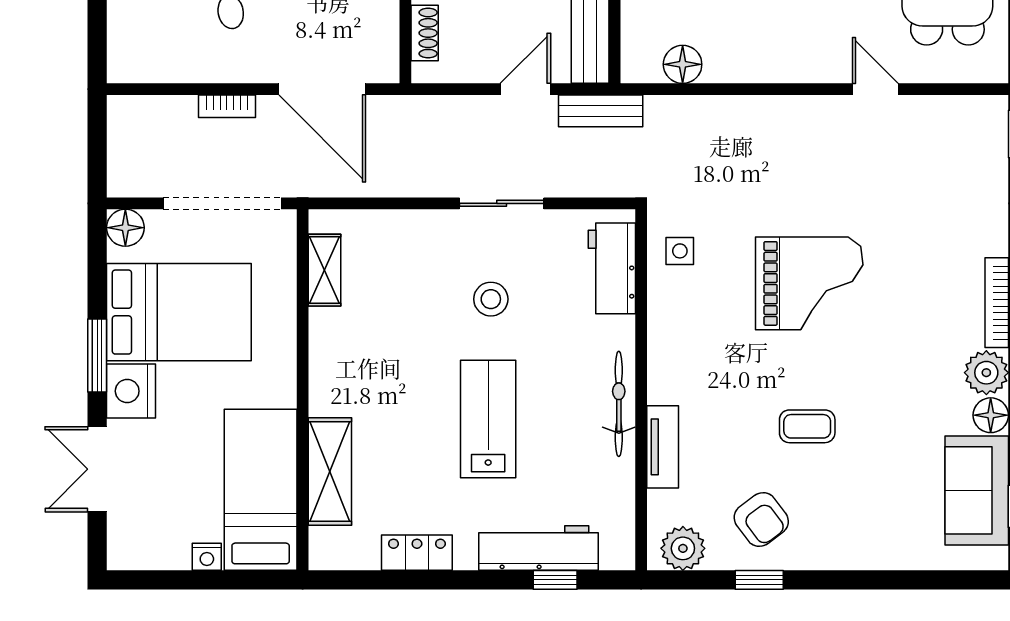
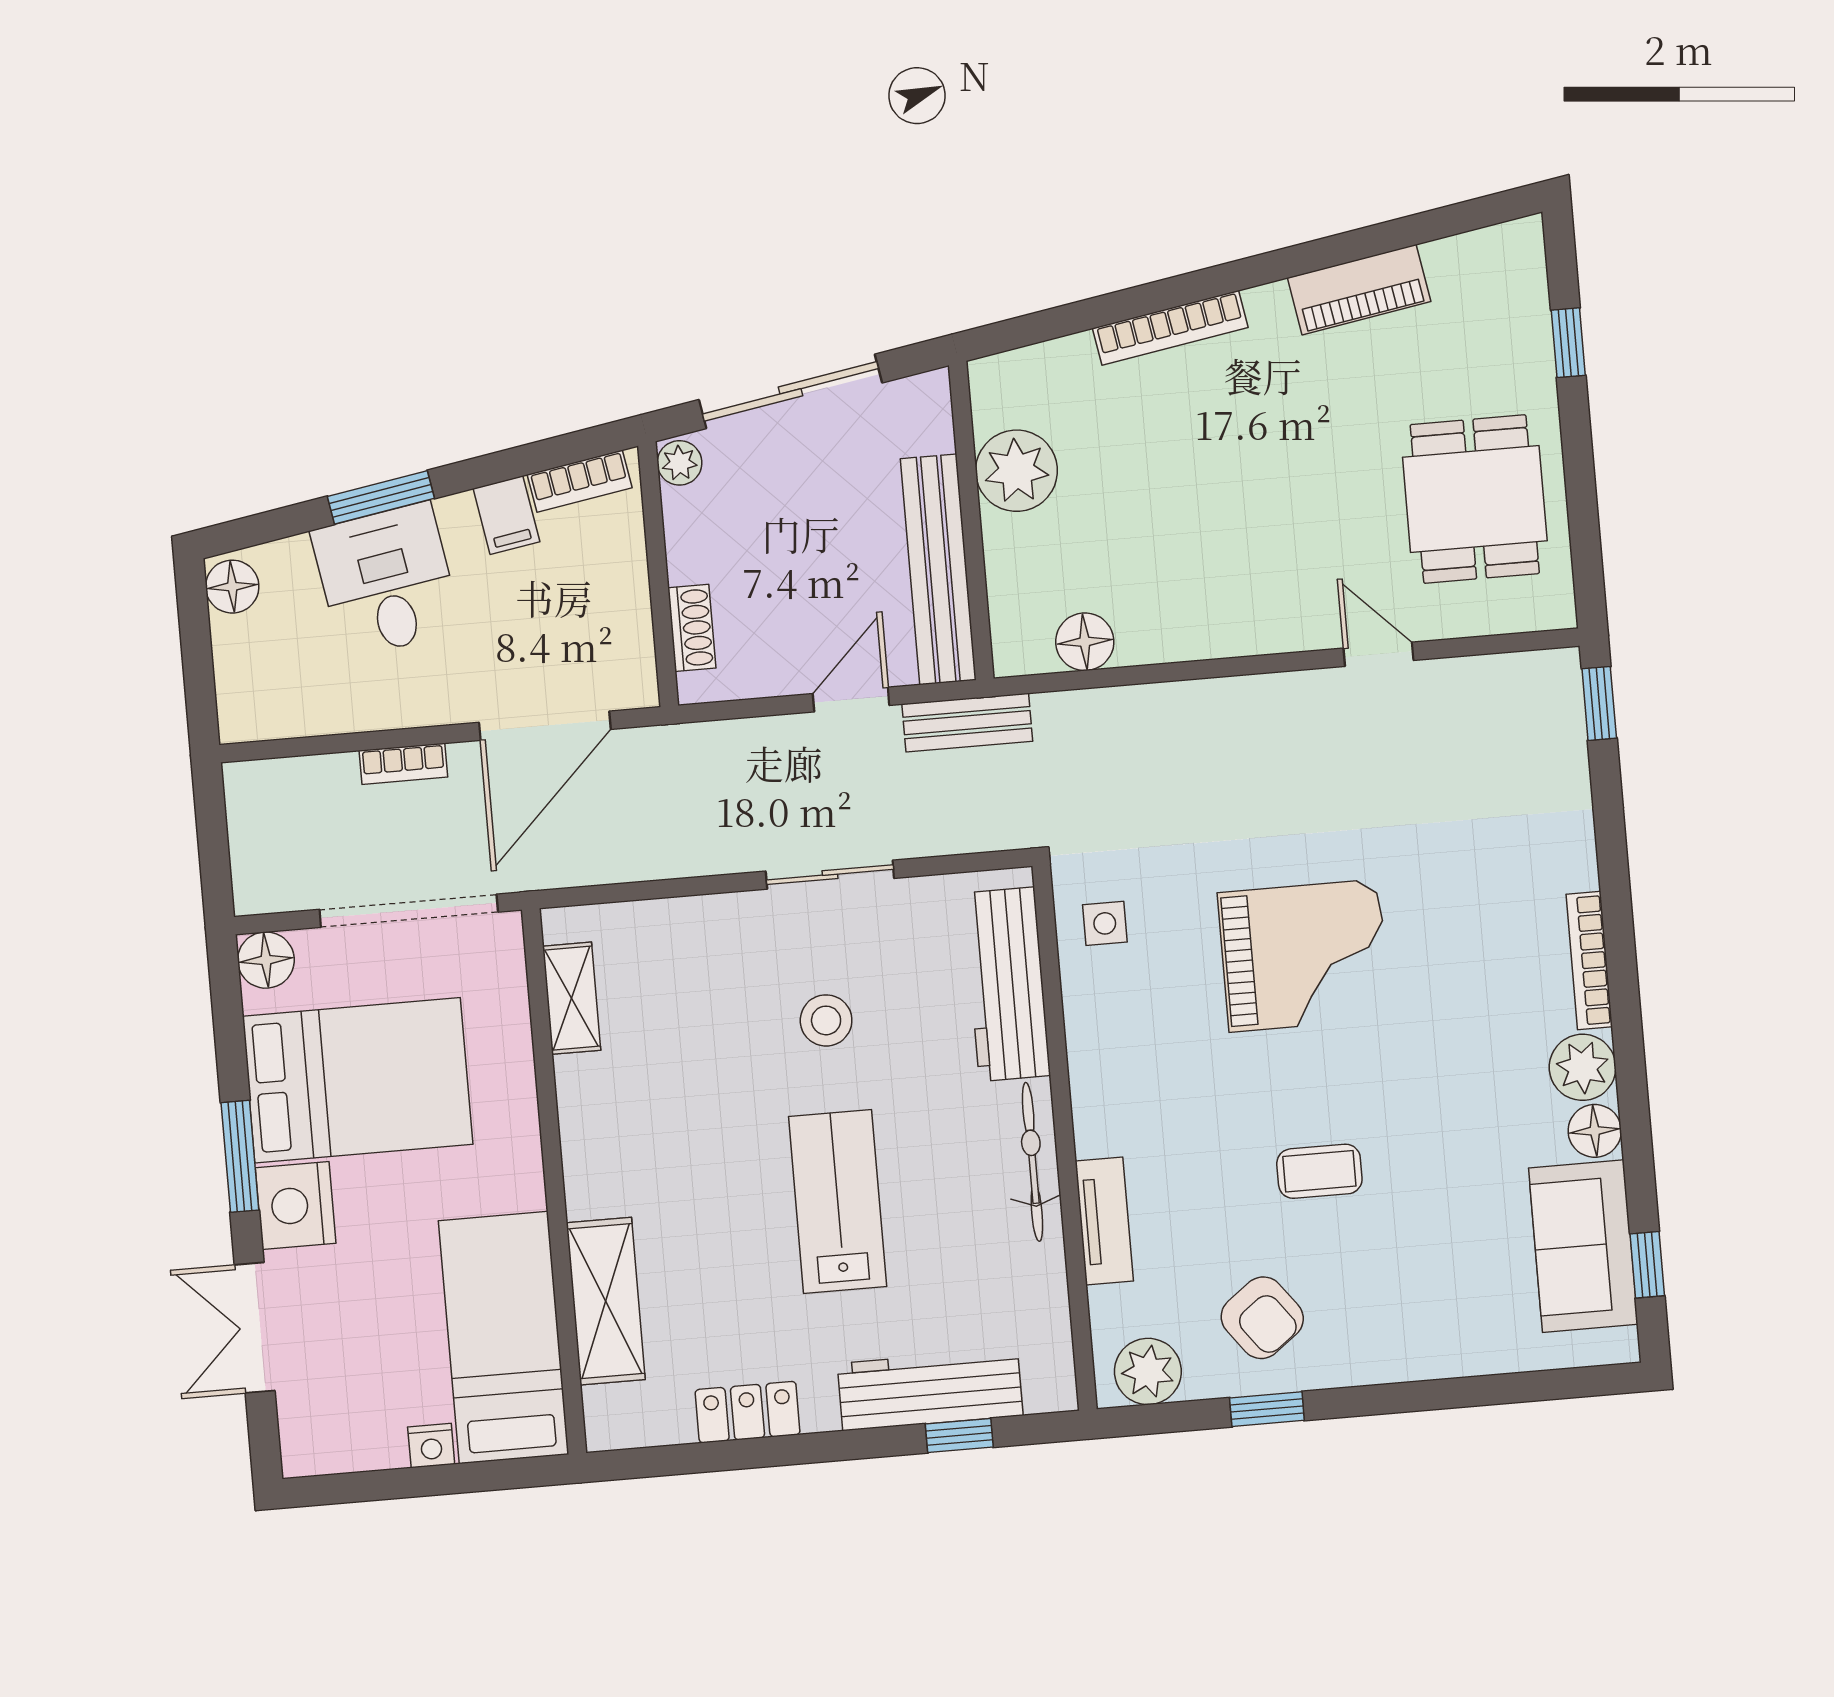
door: (322, 89) -> (545, 726), hinge flipped
workbench: (612, 268) -> (1007, 984), width x1.38

